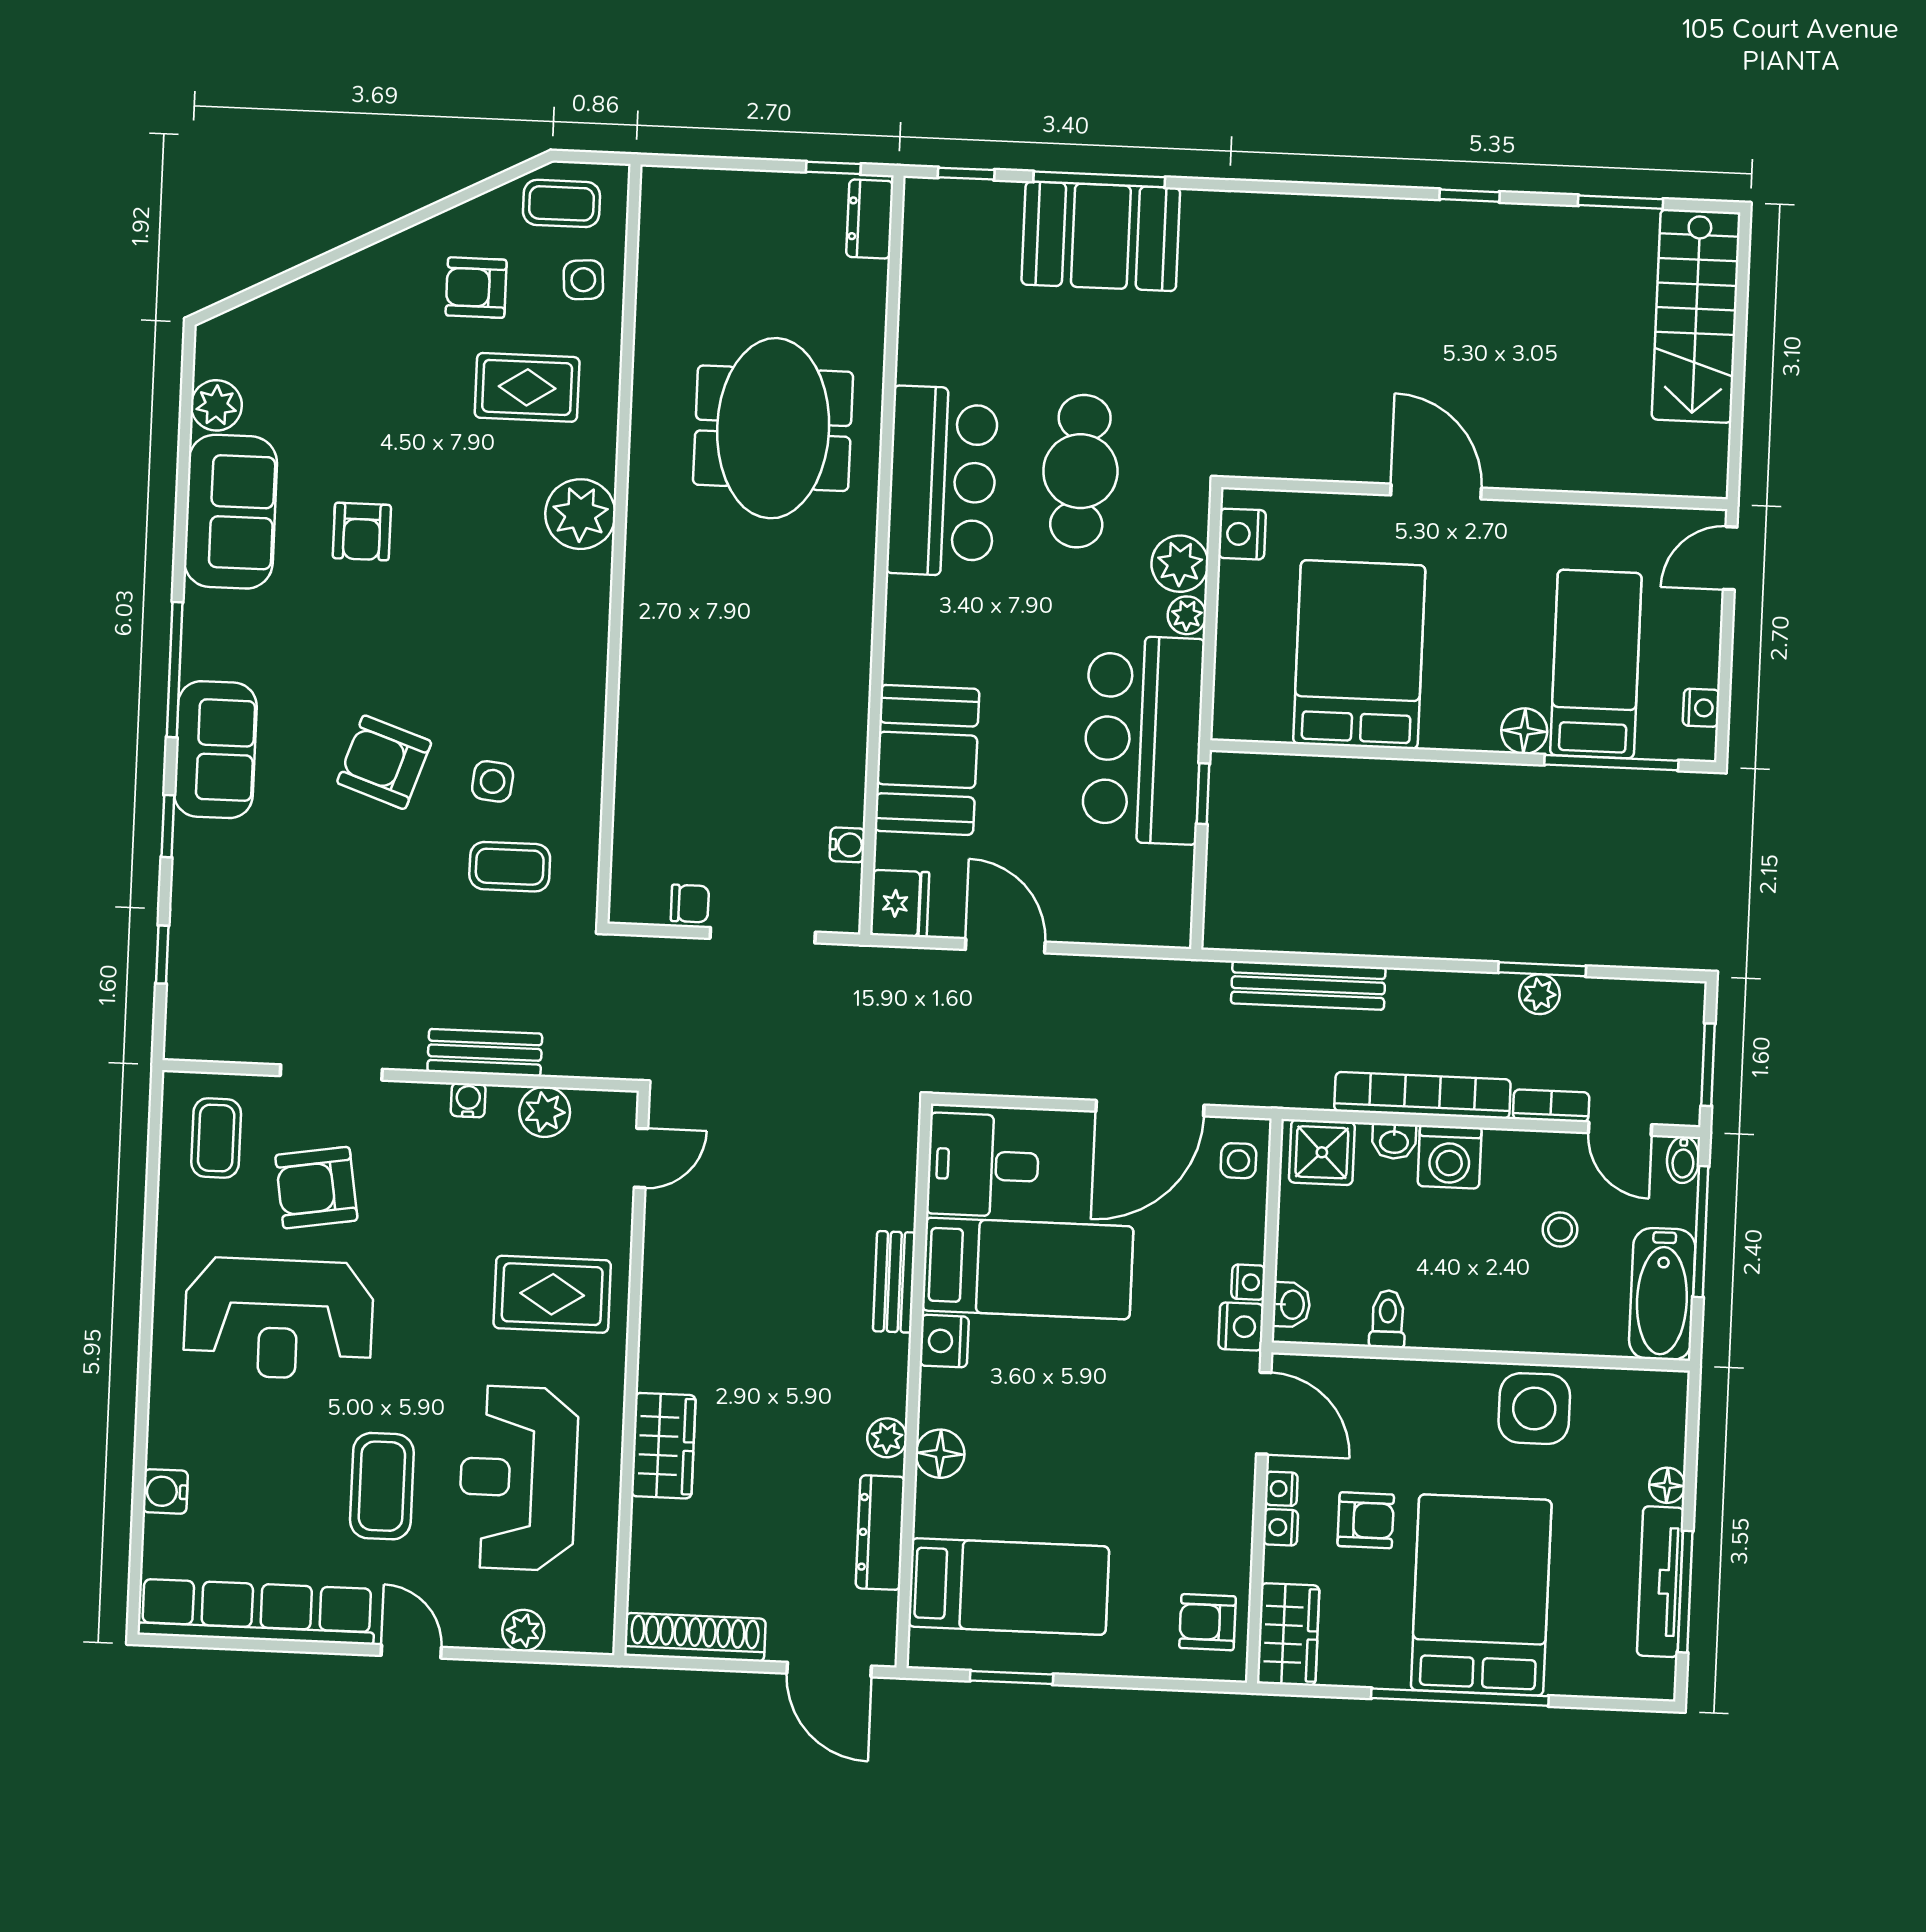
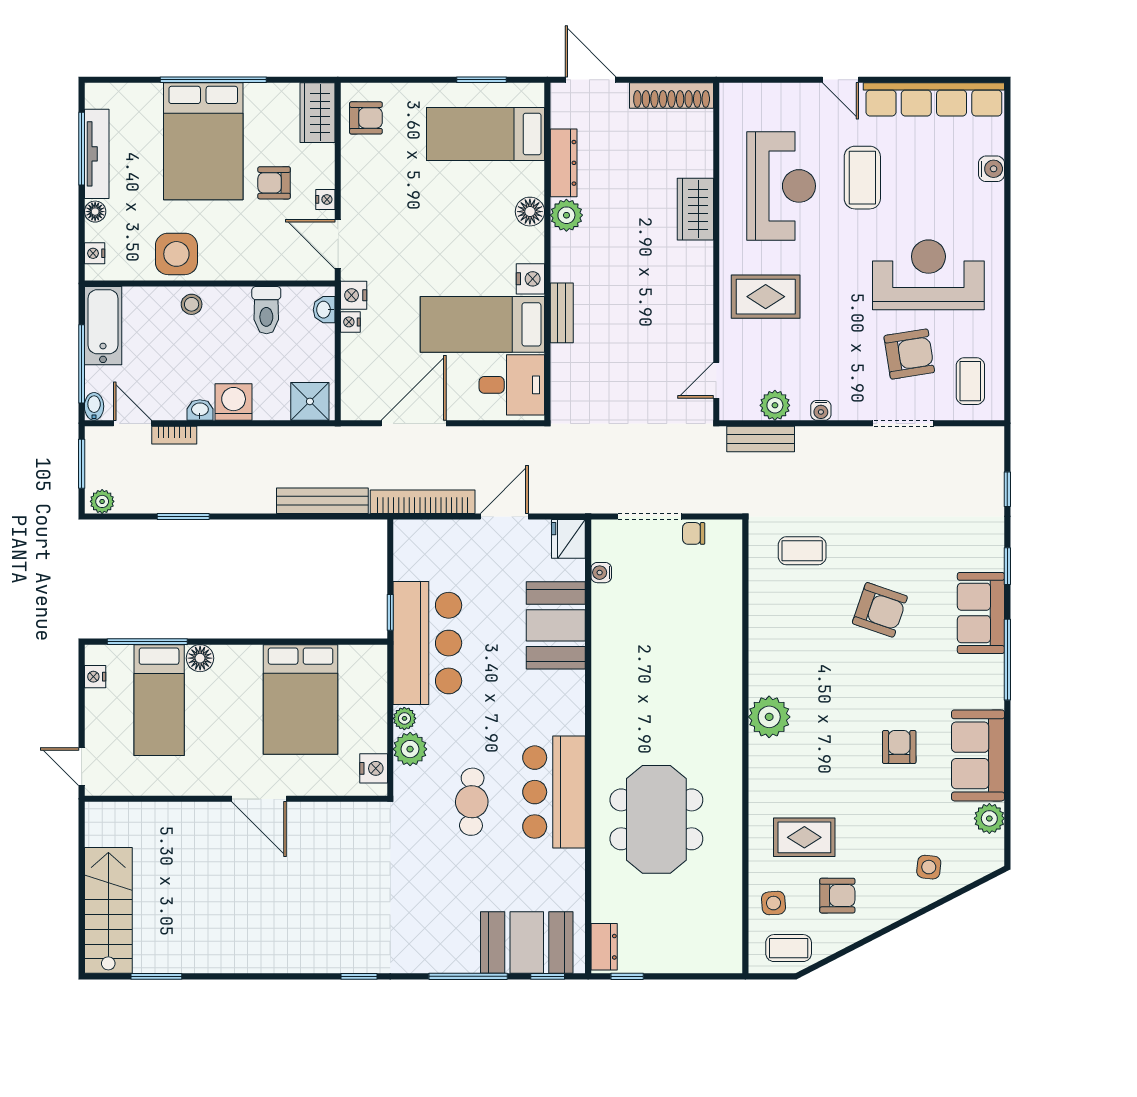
window: (1470, 196) -> (359, 976), moved
booth: (1101, 236) -> (527, 943), moved
cafe table: (1080, 471) -> (472, 802), width x0.73, depth x0.74
plant: (580, 514) -> (769, 717), moved
door: (1730, 558) -> (82, 767), swing flipped
side table: (493, 781) -> (929, 867), moved
door: (1005, 946) -> (504, 516), swing flipped
plant: (1539, 994) -> (102, 501), moved
bench: (485, 1053) -> (761, 439), moved
bookcase: (1422, 1095) -> (423, 502), moved, turned 180
washbasin: (1394, 1141) -> (200, 410), moved
side table: (1238, 1161) -> (359, 394), removed
stool: (1560, 1230) -> (192, 304), moved
toilet: (1388, 1319) -> (266, 310), width x1.37, depth x1.39
plant: (887, 1438) -> (566, 215), width x1.38, depth x1.38
nightstand: (1281, 1527) -> (95, 253), moved, turned 180
plant: (523, 1630) -> (774, 95), removed

